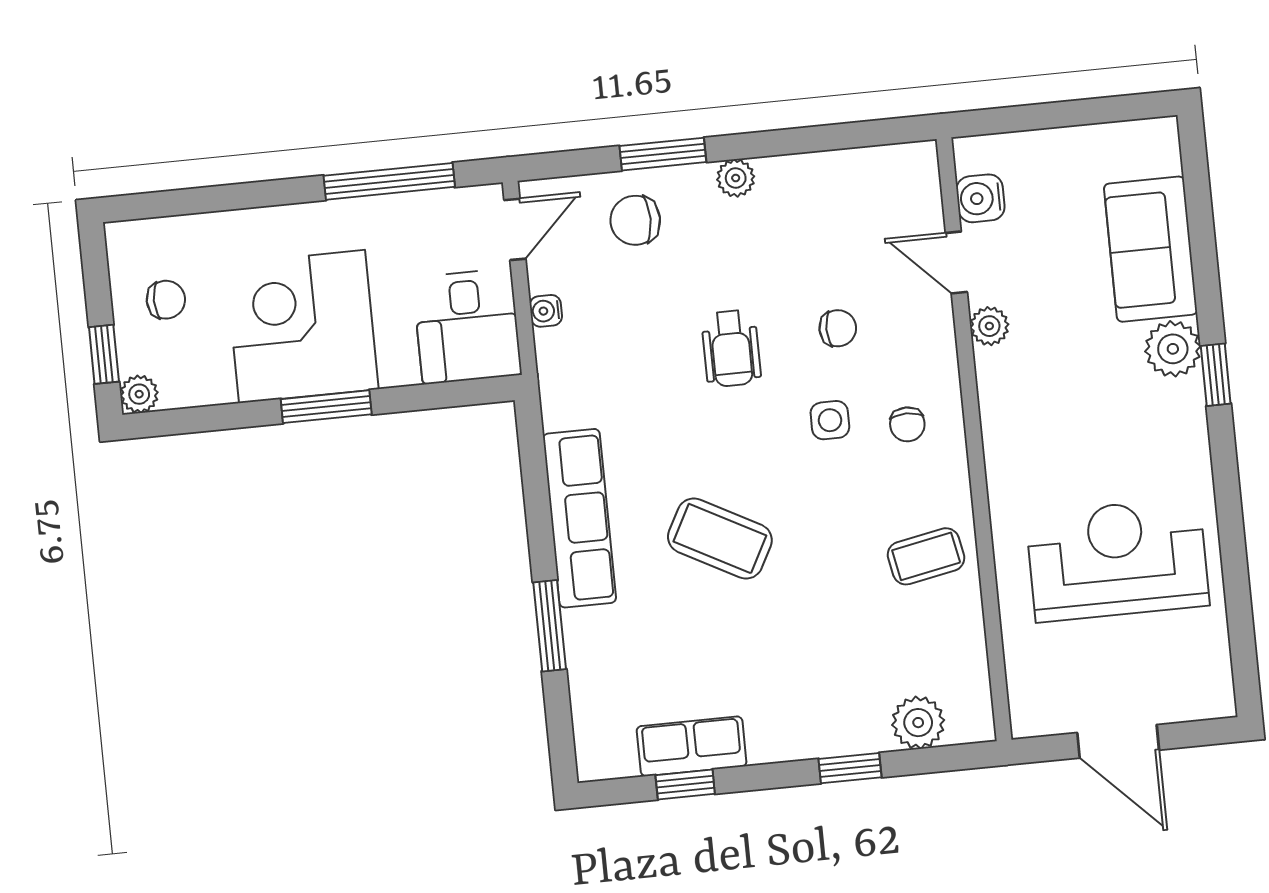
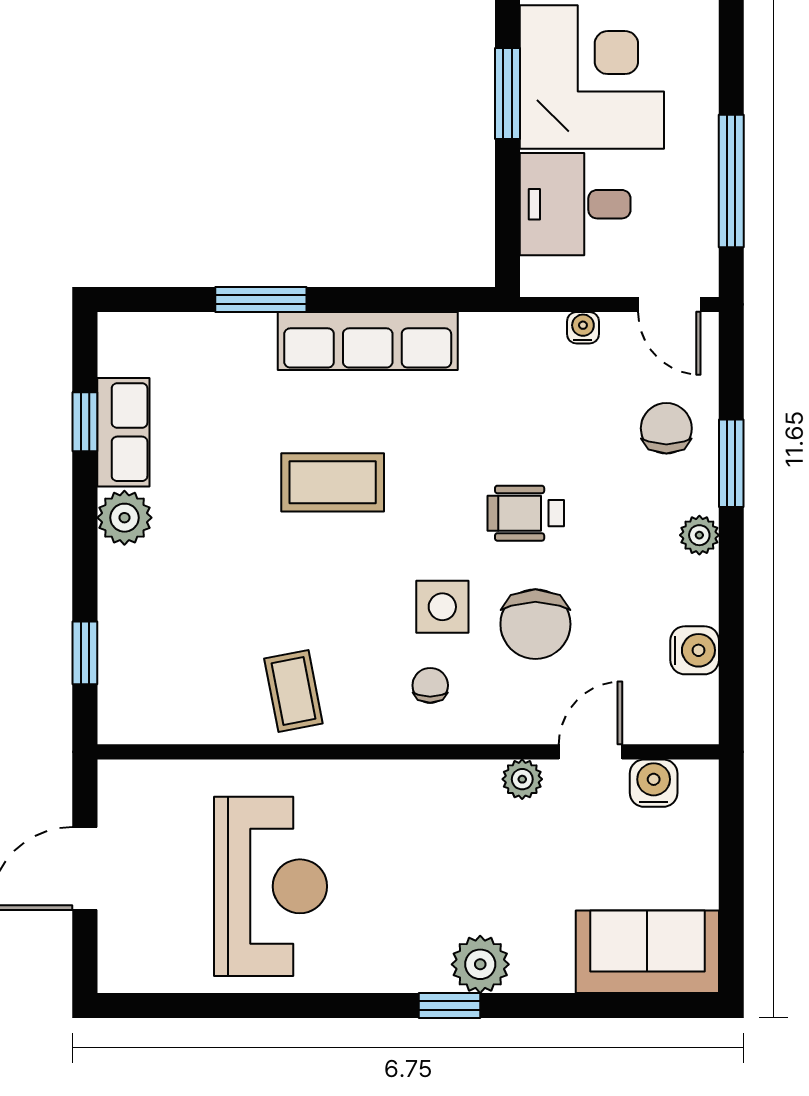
water cooler: (848, 171) -> (695, 650), added
sofa: (1151, 249) -> (647, 952), moved
desk: (467, 326) -> (575, 204), moved
chair: (838, 328) -> (535, 624), width x1.87, depth x1.87
side table: (830, 420) -> (442, 607), width x1.37, depth x1.37
chair: (907, 424) -> (430, 685), turned 90
coffee table: (720, 539) -> (333, 482), turned 62
plant: (918, 723) -> (124, 518), moved
window: (850, 768) -> (85, 653), moved

